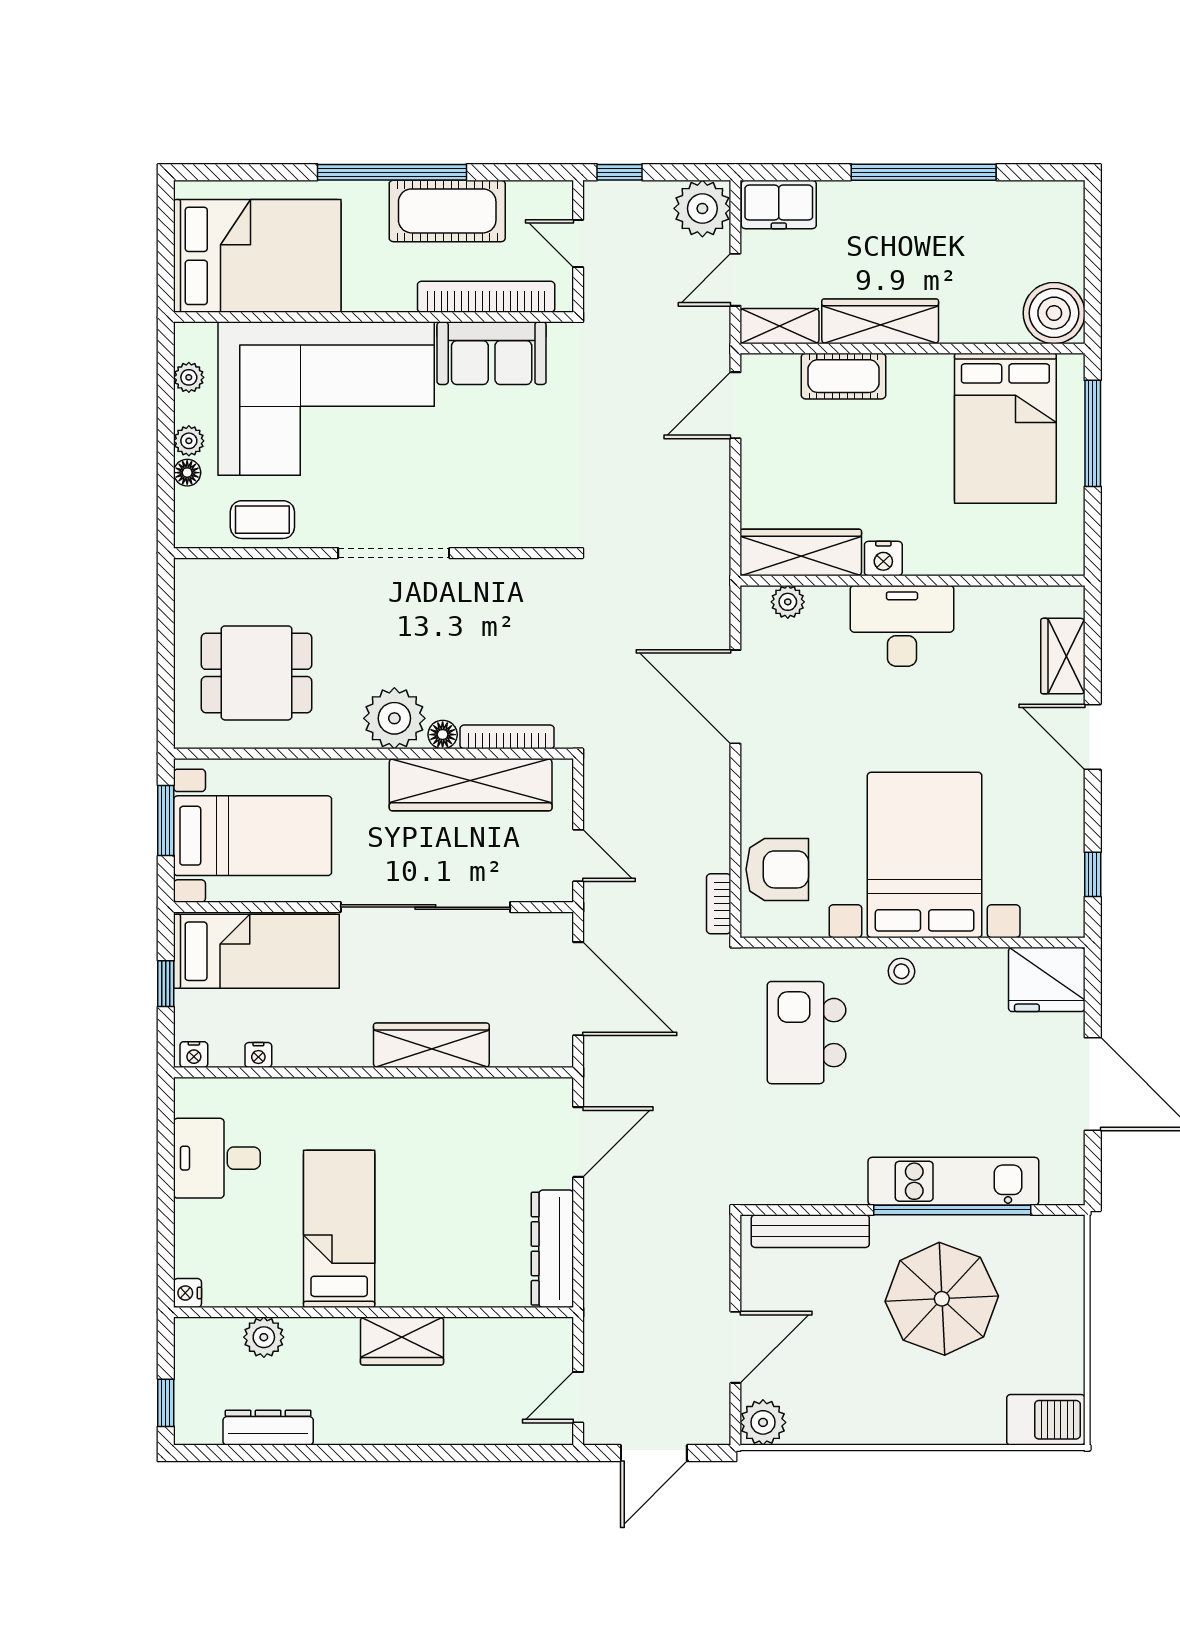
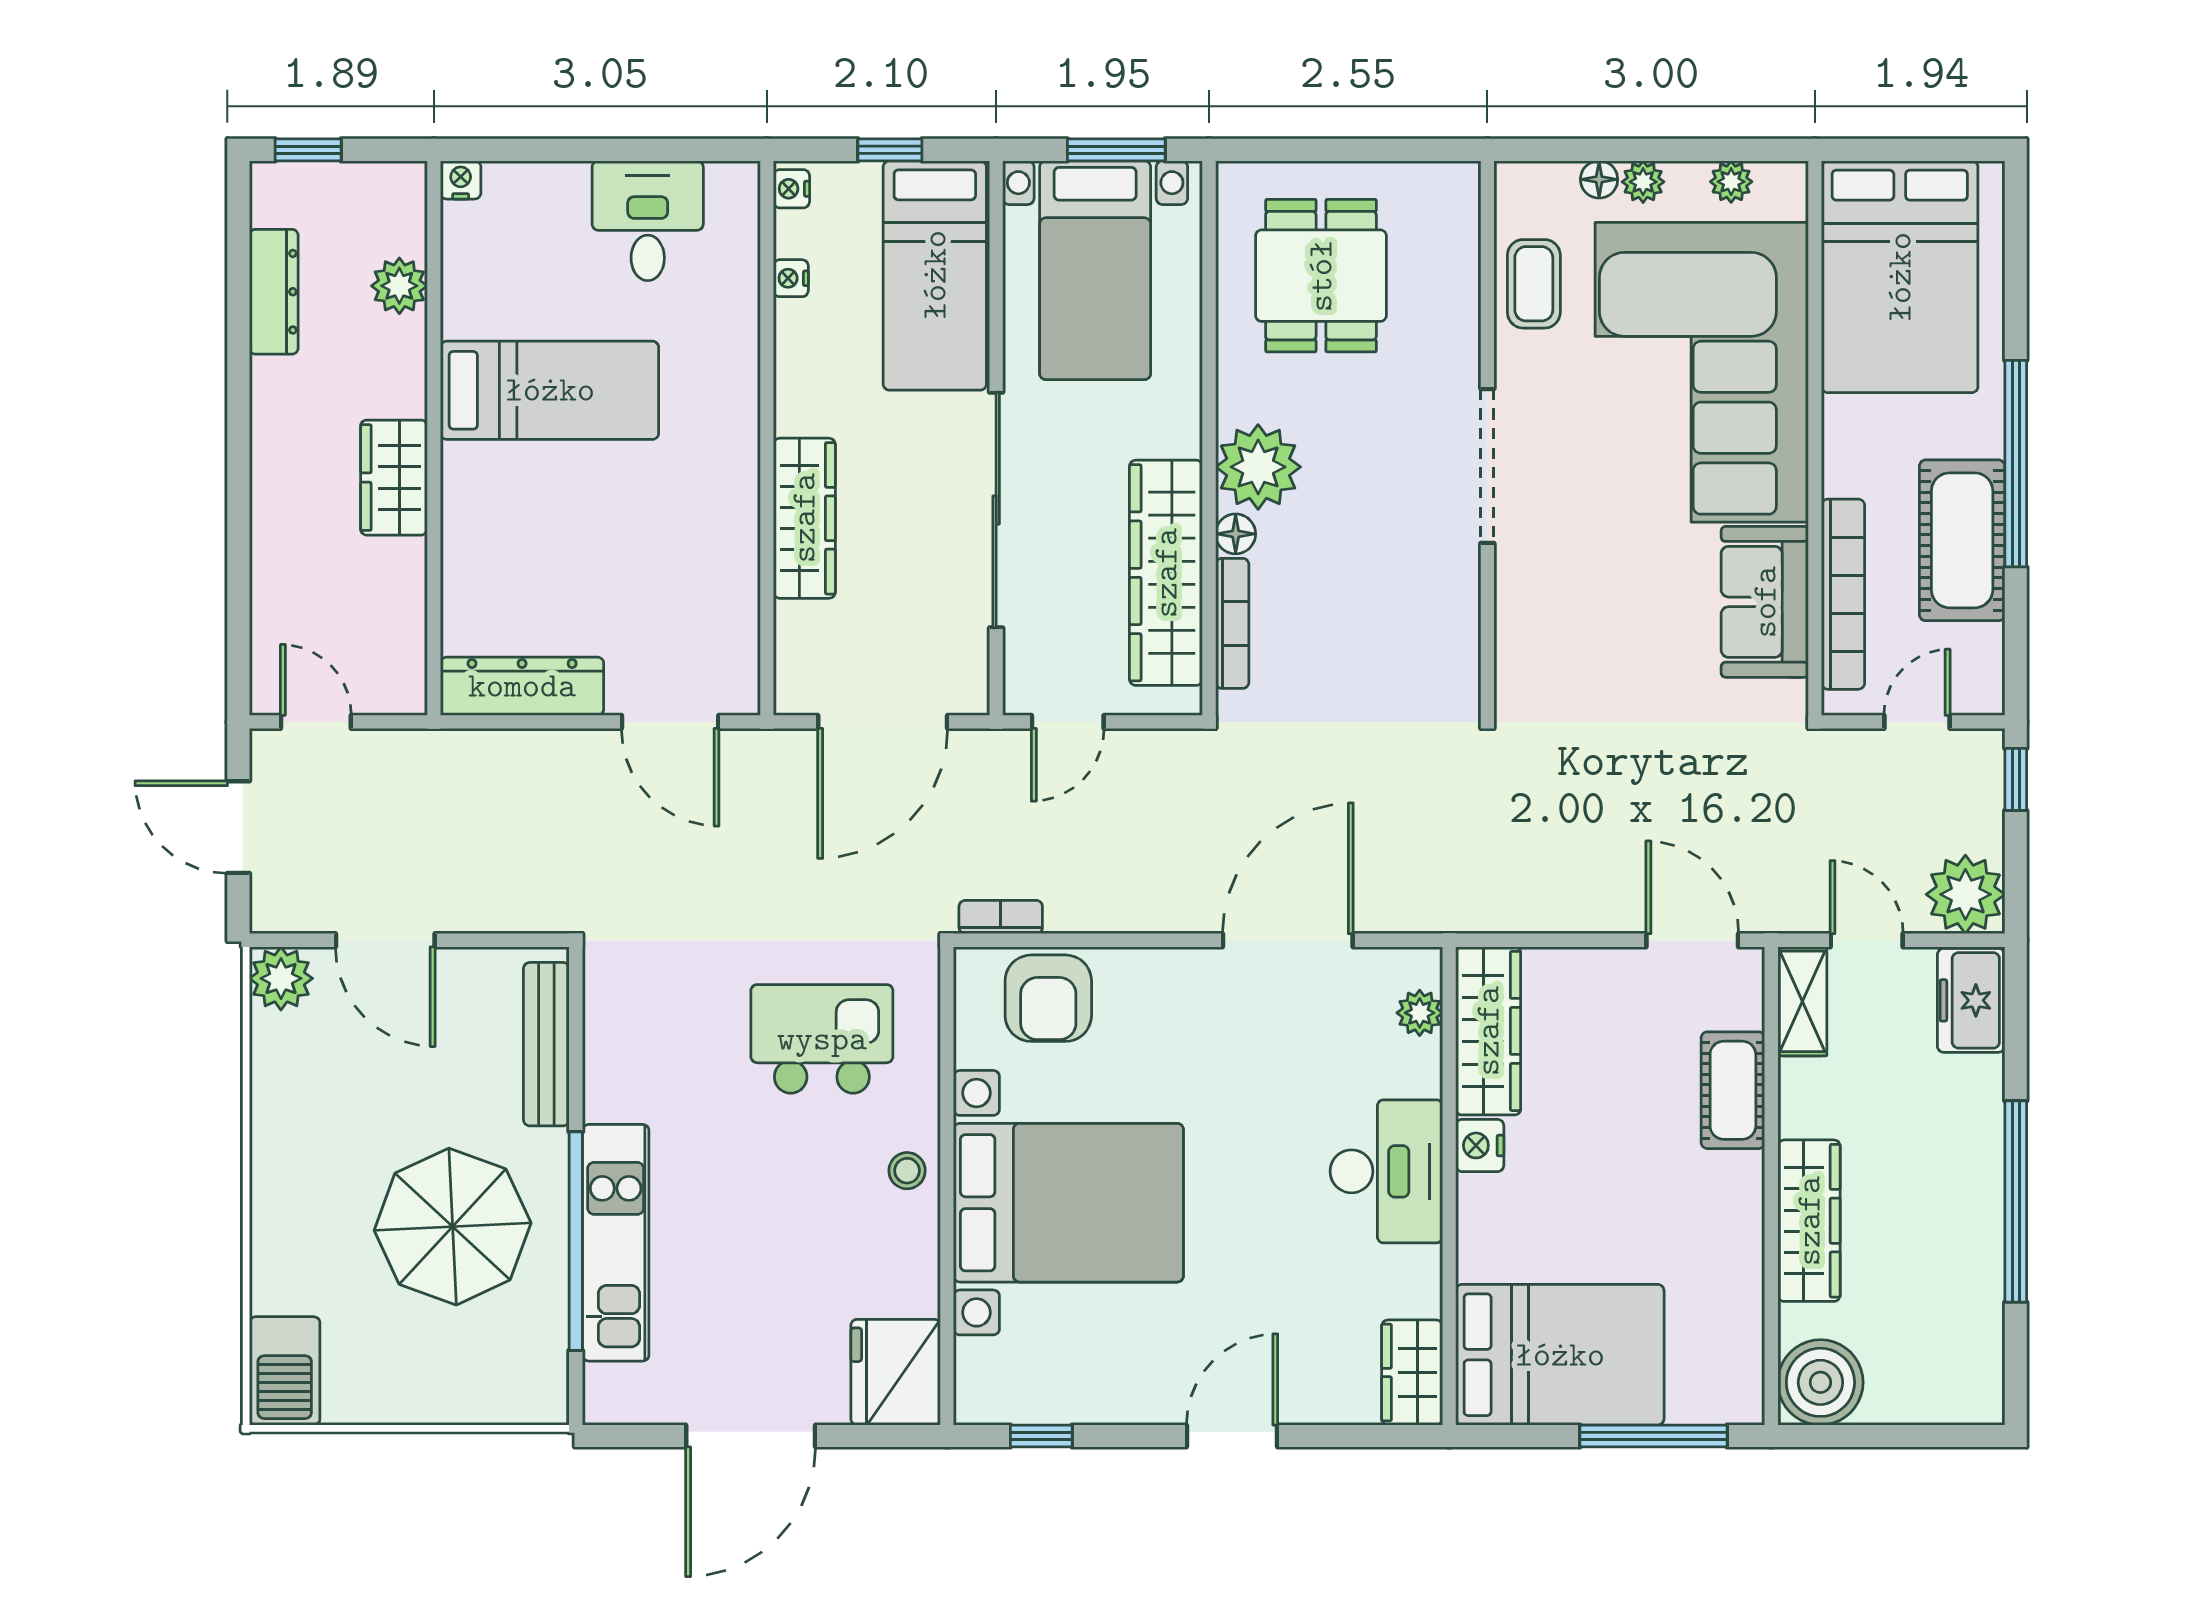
wardrobe: (880, 321) -> (1809, 1221), moved
bed: (1005, 428) -> (1560, 1355), moved, turned 180
wardrobe: (1063, 656) -> (1412, 1372), moved, turned -90

